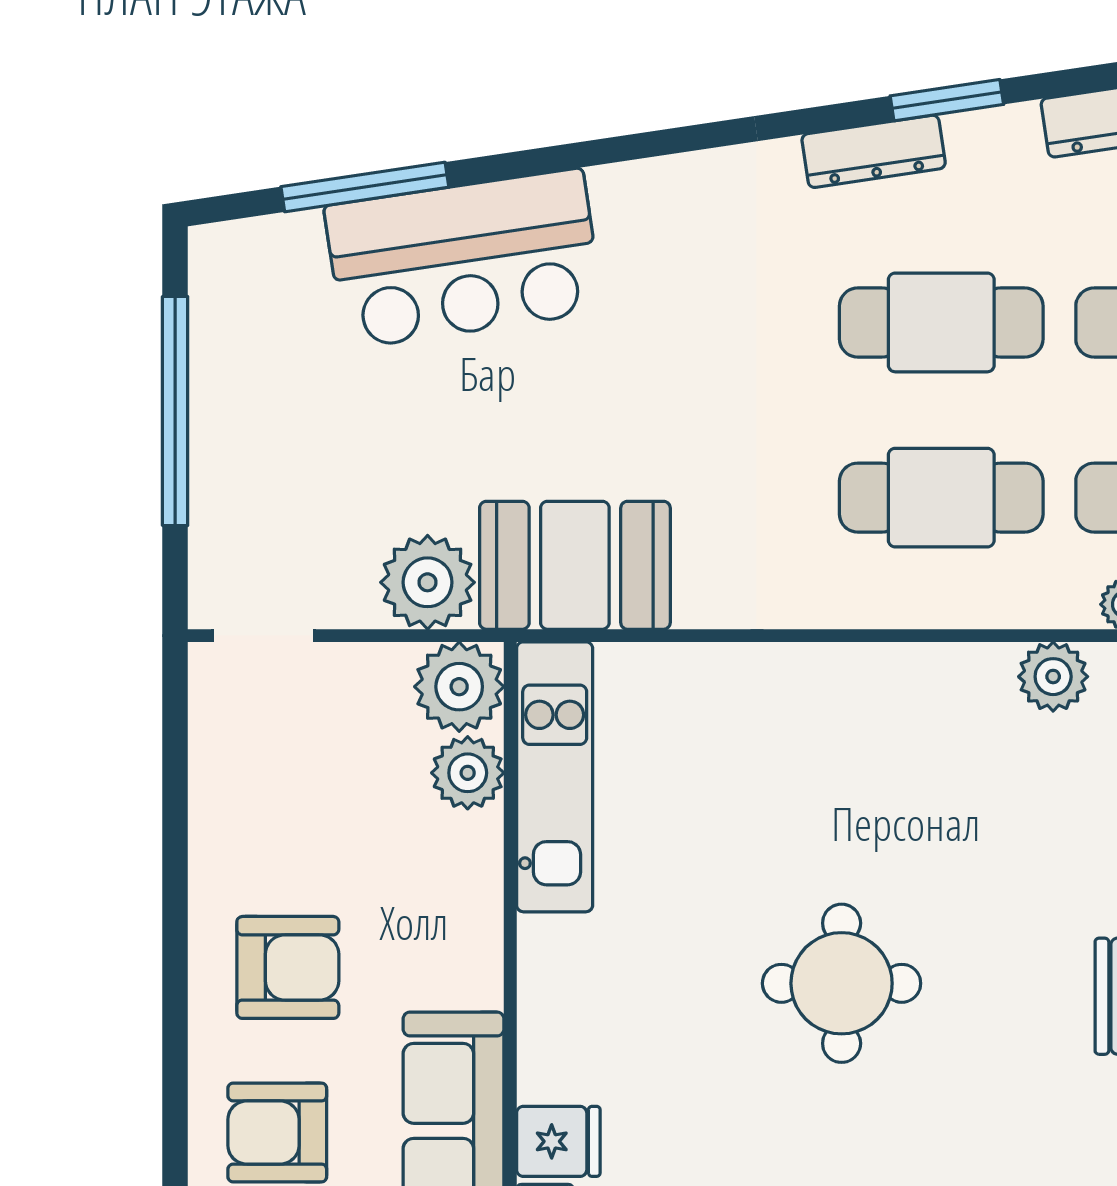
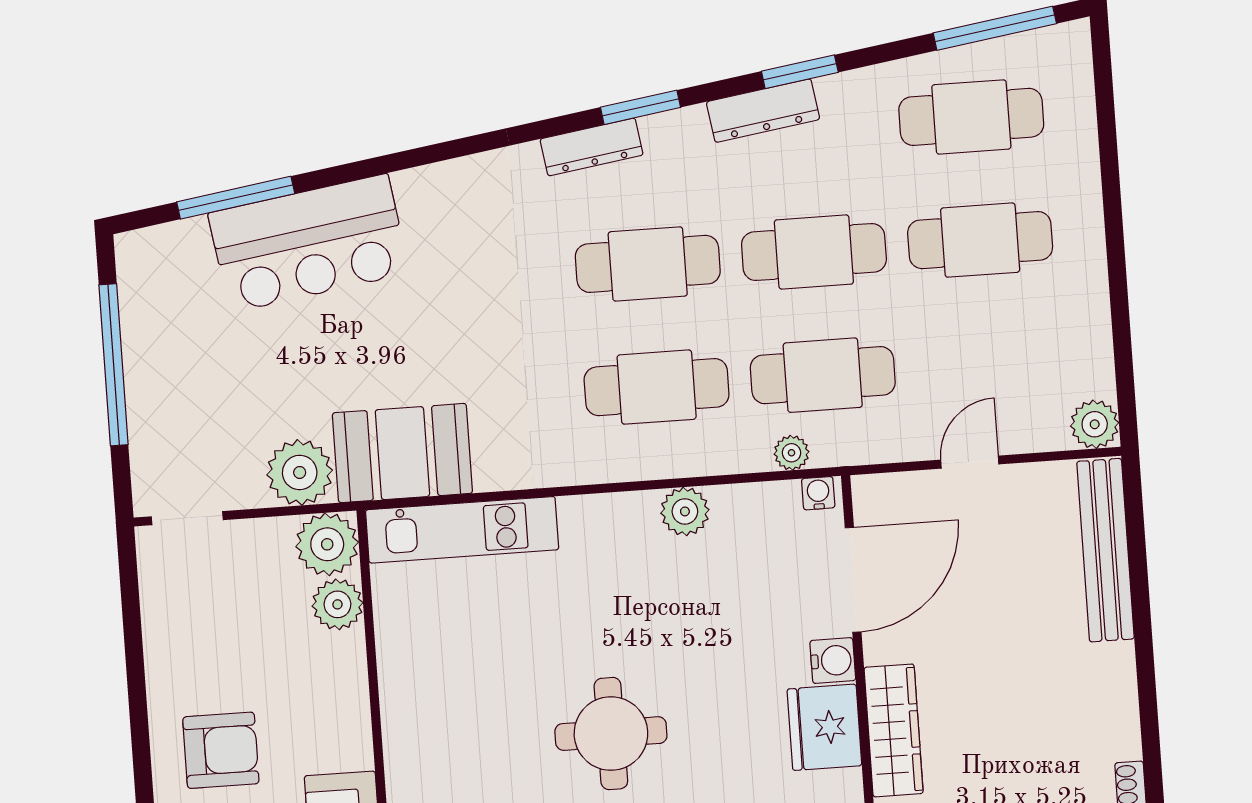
plant: (1053, 677) -> (685, 511), moved
kitchen unit: (555, 777) -> (462, 530), moved, turned 90

